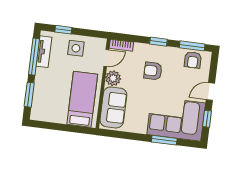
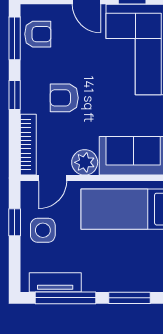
window: (63, 30) -> (15, 222), moved
bookcase: (121, 45) -> (28, 145), width x1.56
door: (106, 58) -> (53, 178), swing flipped
armchair: (153, 71) -> (64, 98), turned 90

